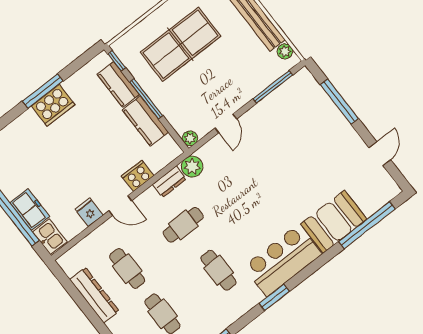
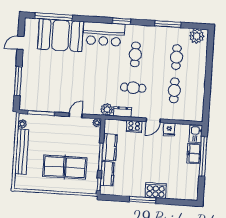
cooker: (53, 105) -> (156, 190), moved
door: (120, 206) -> (153, 120), swing flipped
booth: (334, 222) -> (61, 35), width x1.36, depth x1.42
dresser: (94, 295) -> (199, 91), removed

